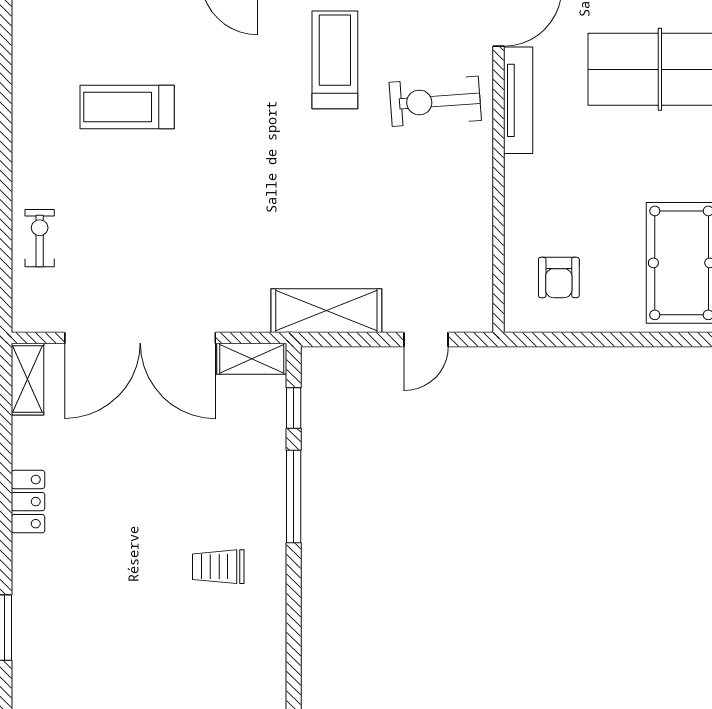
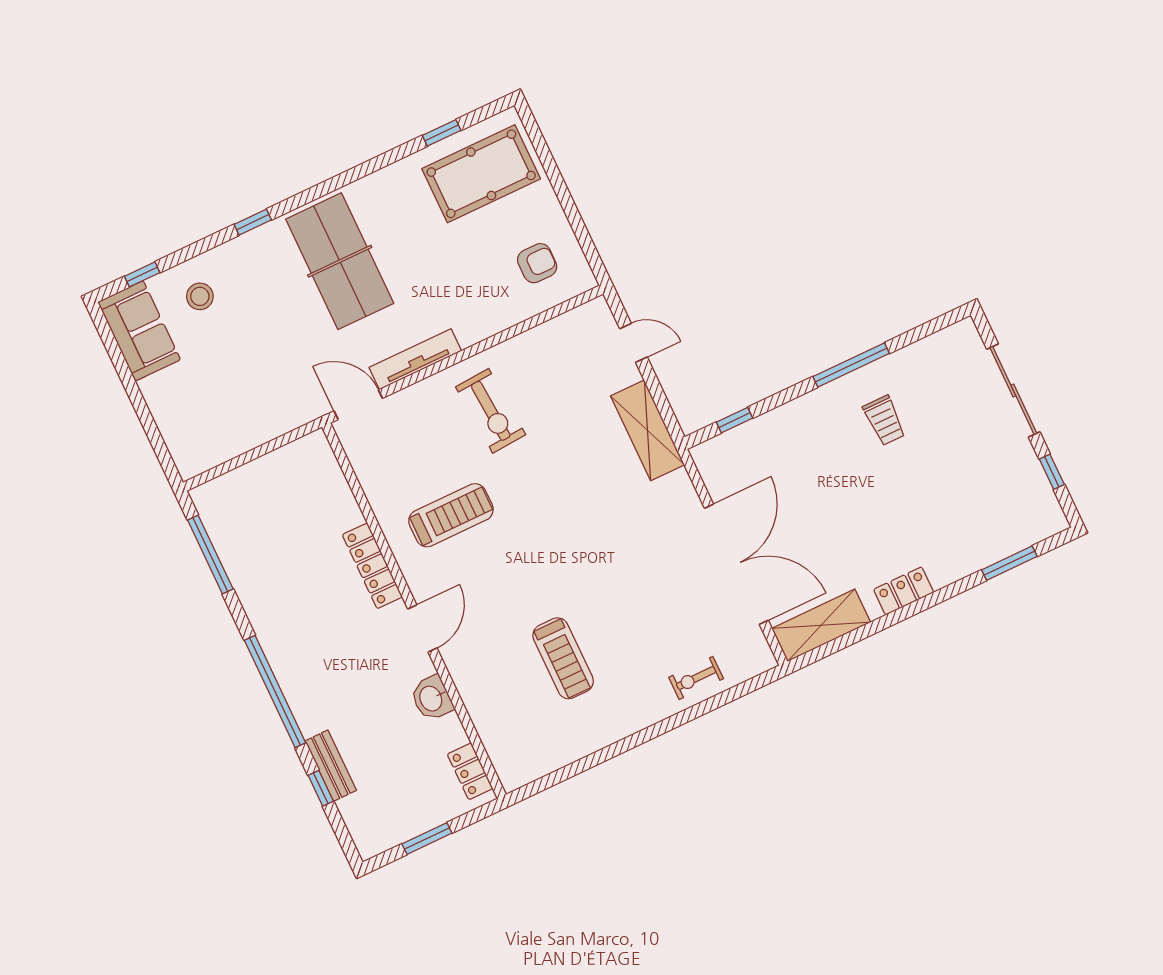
treadmill: (335, 60) -> (451, 515), turned 180
exercise bike: (435, 101) -> (491, 411), moved
shelving: (252, 359) -> (712, 470), removed
shelving: (27, 379) -> (821, 625), width x1.50, depth x1.33
window: (294, 496) -> (851, 365), moved

